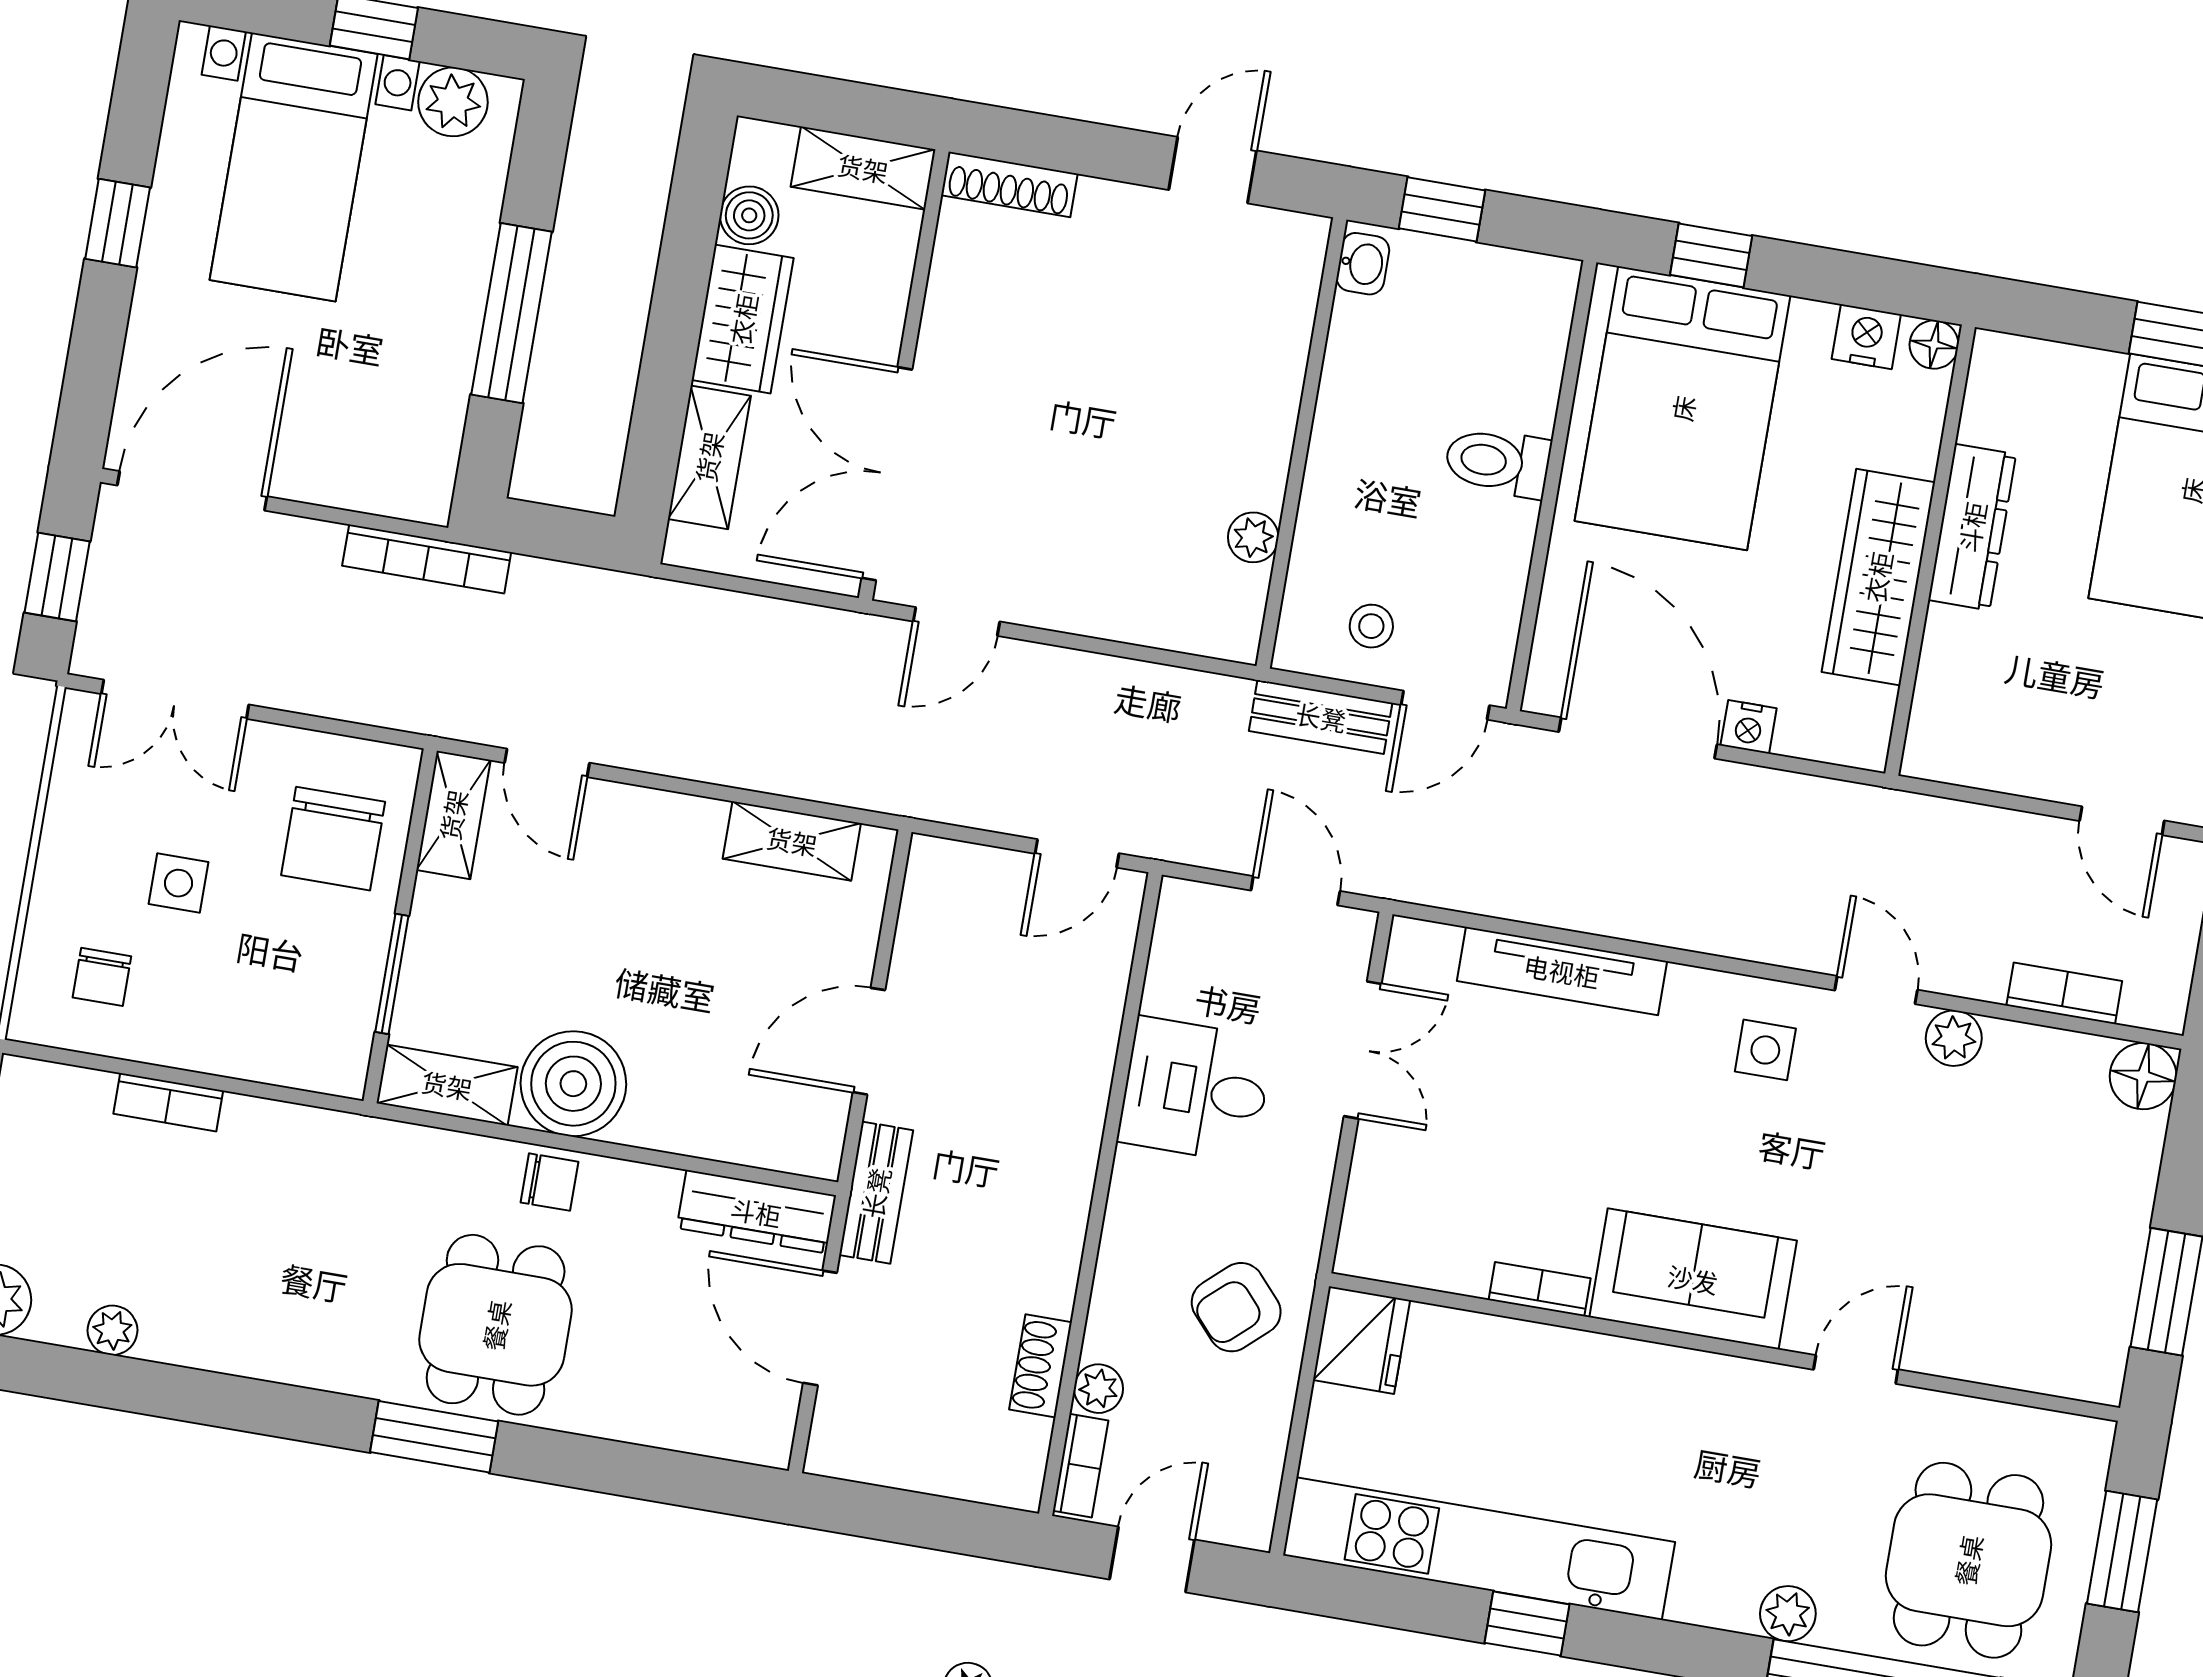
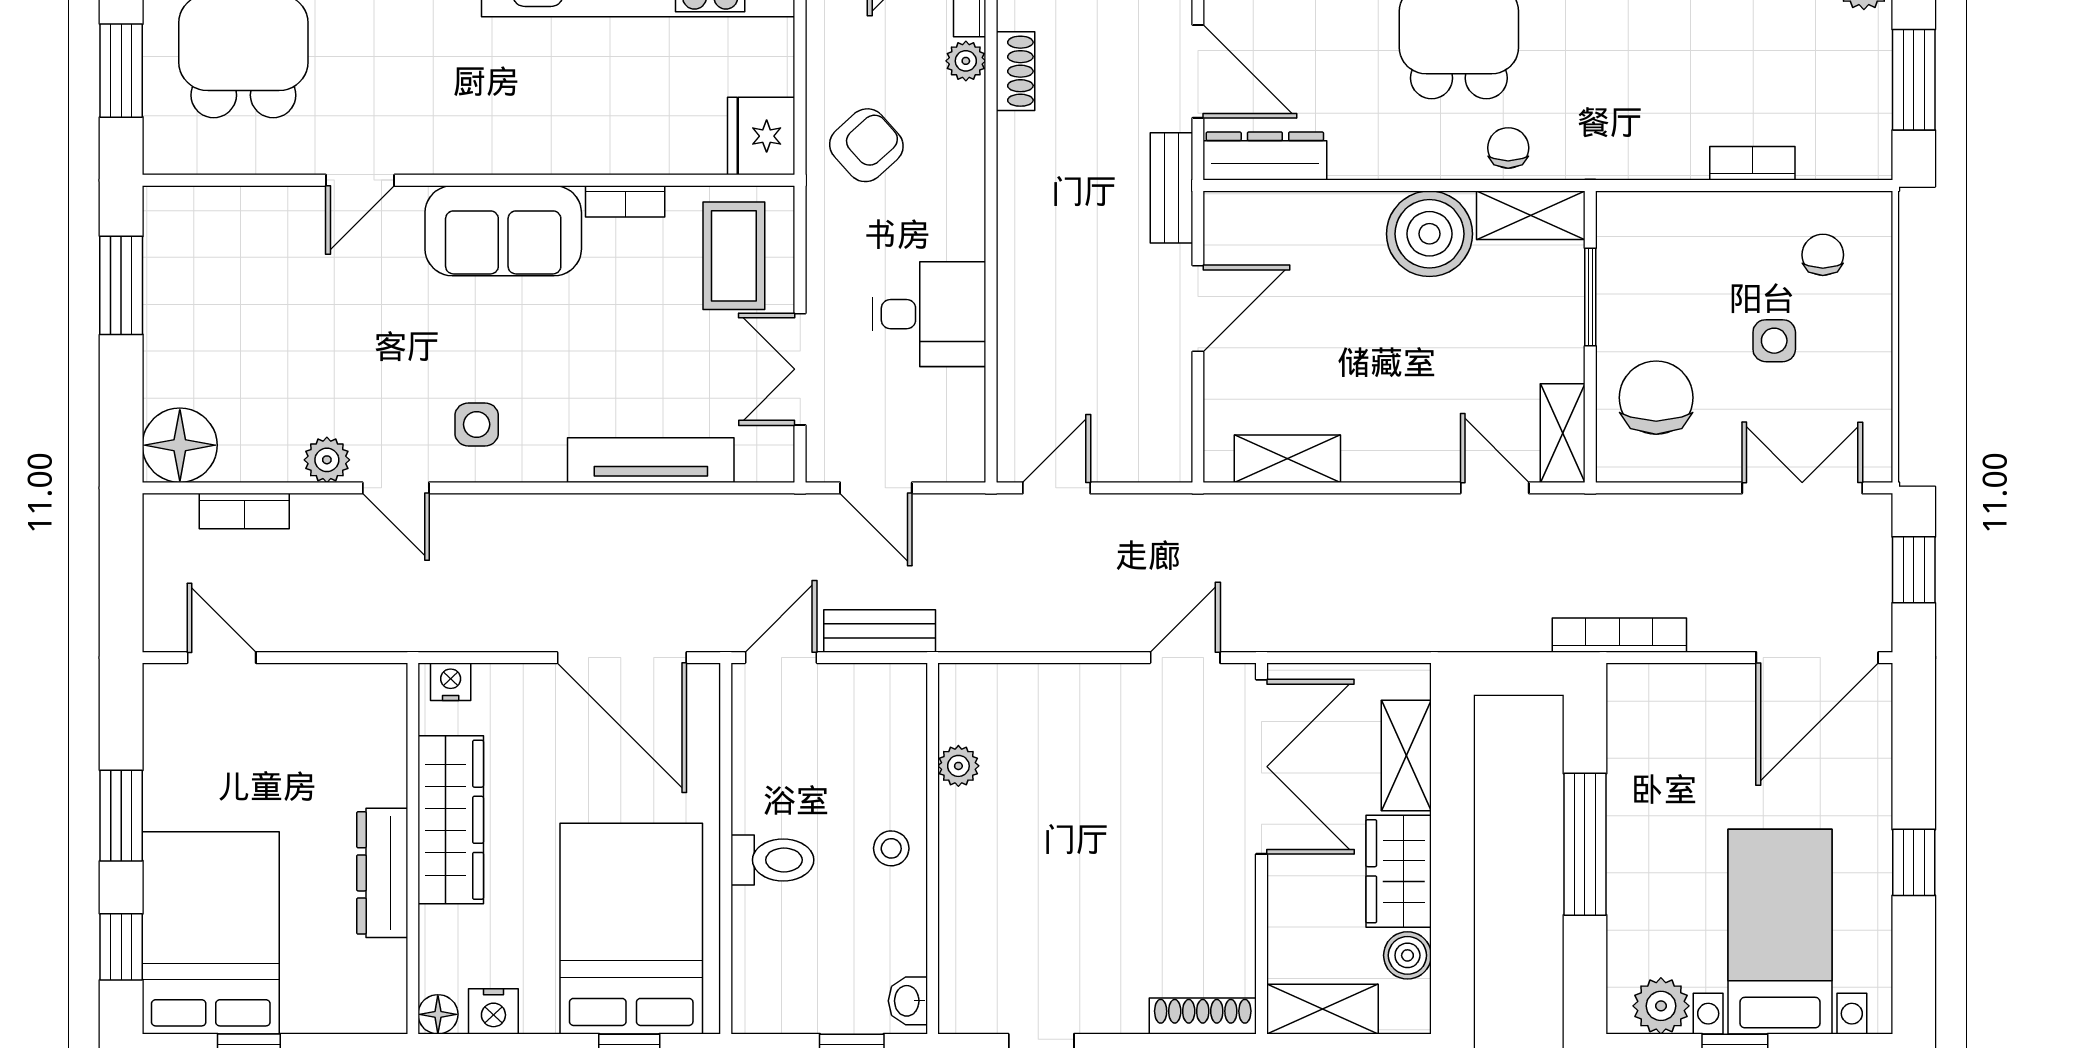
stool: (1371, 626) -> (891, 848), moved
nightstand: (1749, 727) -> (451, 682), moved
floor lamp: (2143, 1076) -> (180, 445), width x1.38, depth x1.38
chair: (549, 1182) -> (1508, 148), moved, turned 90
coffee table: (1419, 1201) -> (734, 256), added

